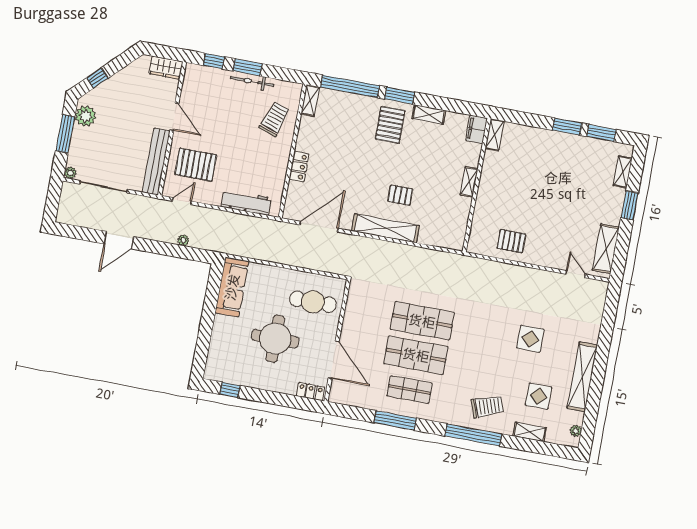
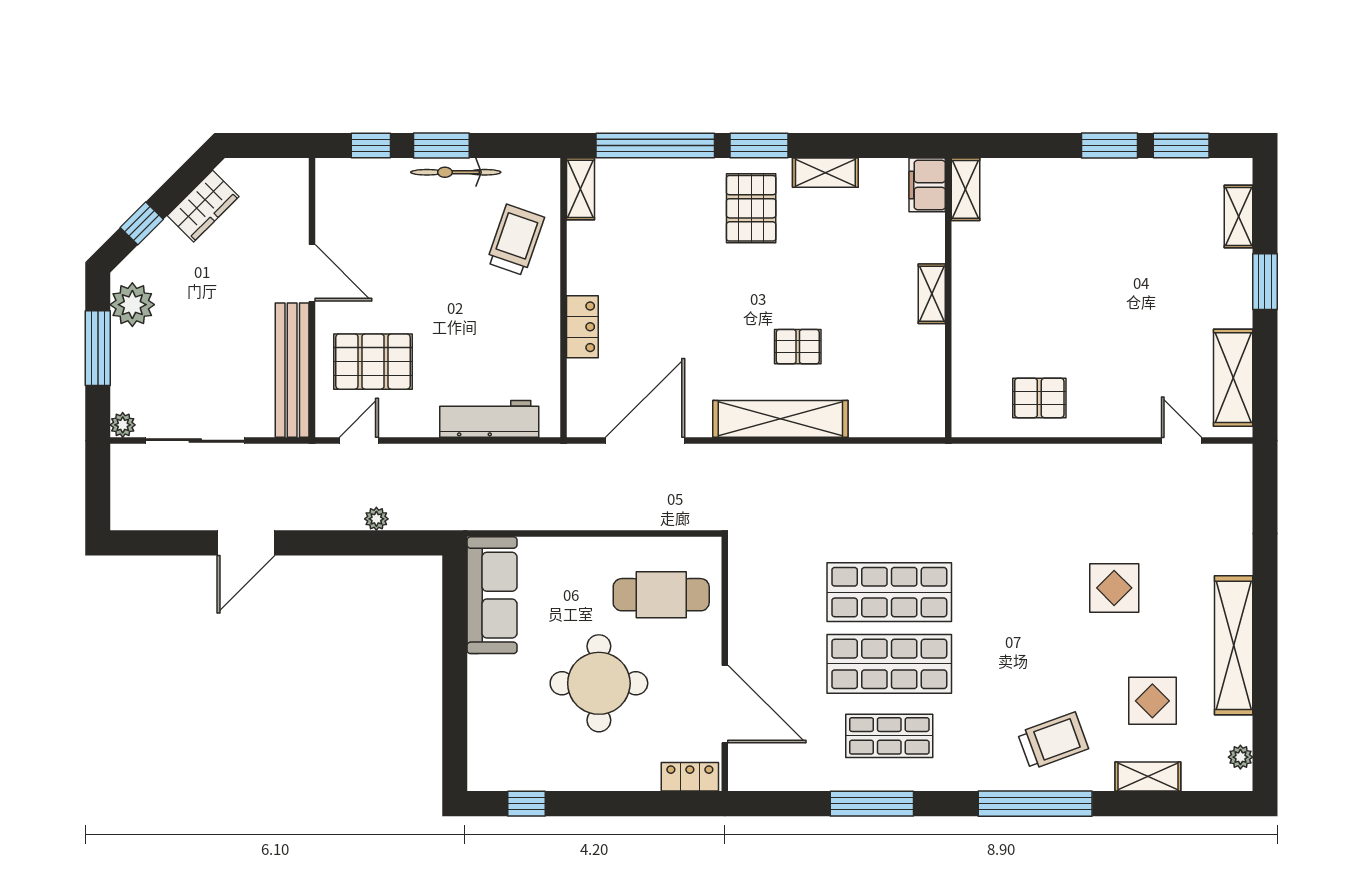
wardrobe: (166, 68) -> (203, 206), moved, turned -45

